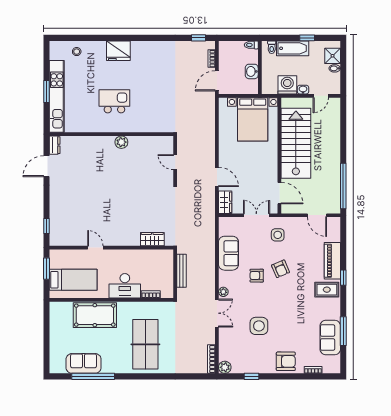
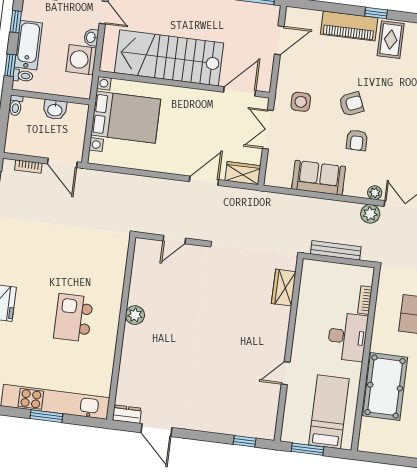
window: (278, 38) -> (10, 65), added
plant: (209, 291) -> (370, 214), added

